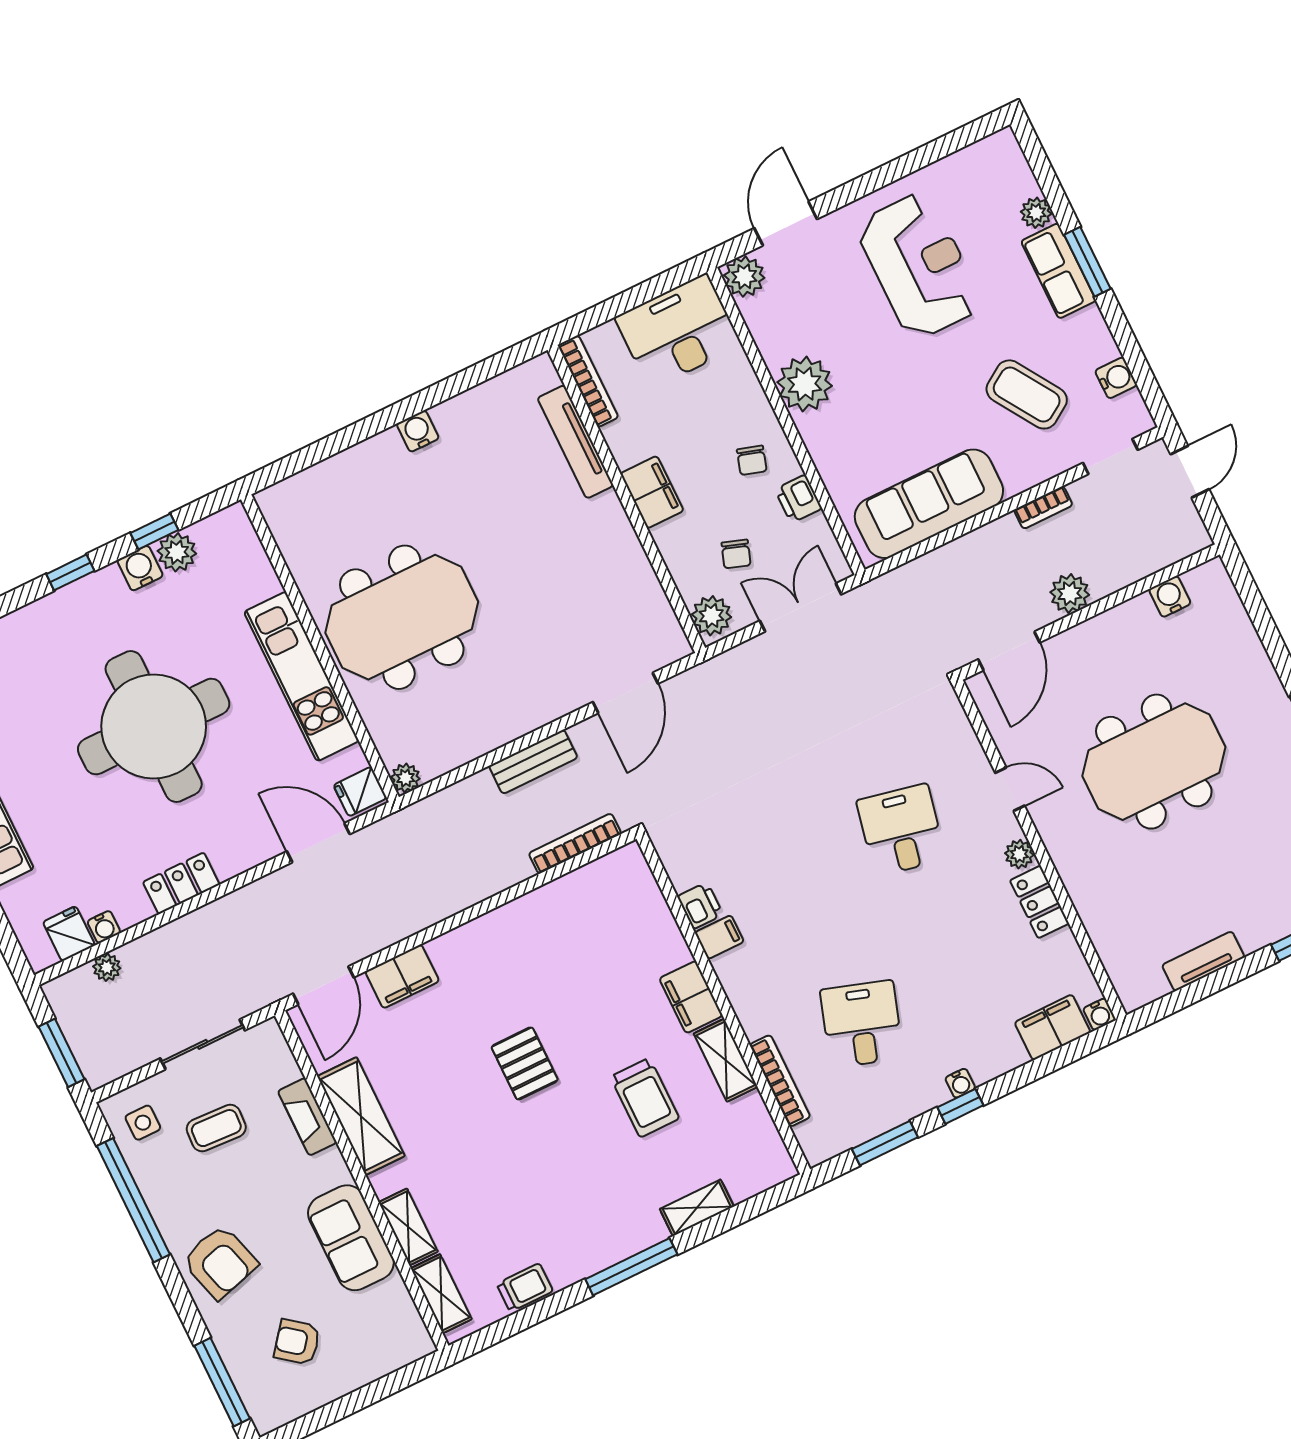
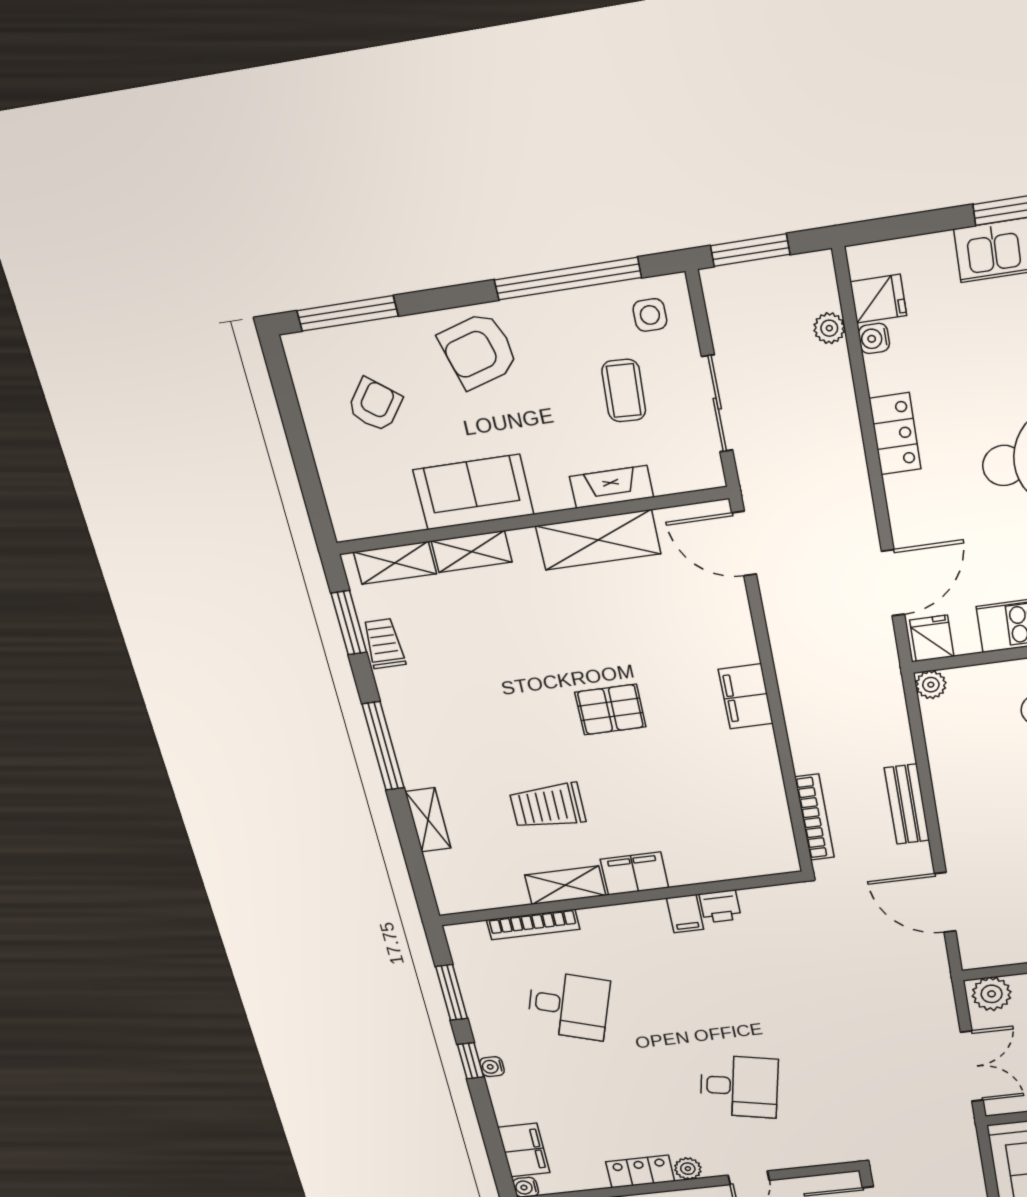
filing cabinet: (402, 976) -> (746, 696), moved
trolley: (525, 1287) -> (384, 644), turned 180
window: (514, 1324) -> (349, 623), added

